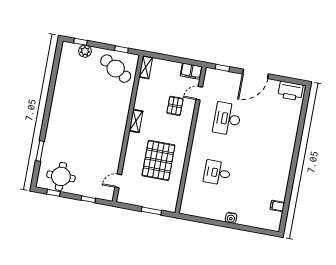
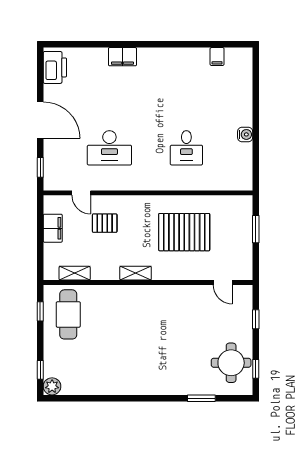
plant: (85, 51) -> (52, 386), moved
shelving: (146, 67) -> (75, 273), moved
cafe table: (116, 69) -> (68, 314), turned -31
filing cabinet: (191, 71) -> (53, 228), moved
filing cabinet: (289, 140) -> (122, 57), added
water cooler: (231, 218) -> (245, 134), moved

